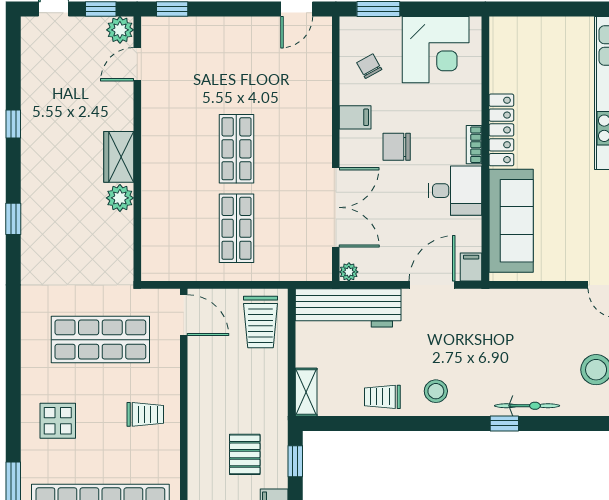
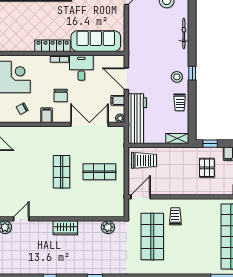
door: (137, 64) -> (21, 219), swing flipped
shop shelf: (236, 149) -> (62, 172), turned 90
plant: (120, 198) -> (108, 227), moved
filing cabinet: (471, 267) -> (118, 100), moved
trolley: (145, 414) -> (175, 216), moved
display table: (58, 421) -> (191, 257), removed
window: (504, 423) -> (192, 73), moved
pallet: (245, 454) -> (207, 168), turned 90

